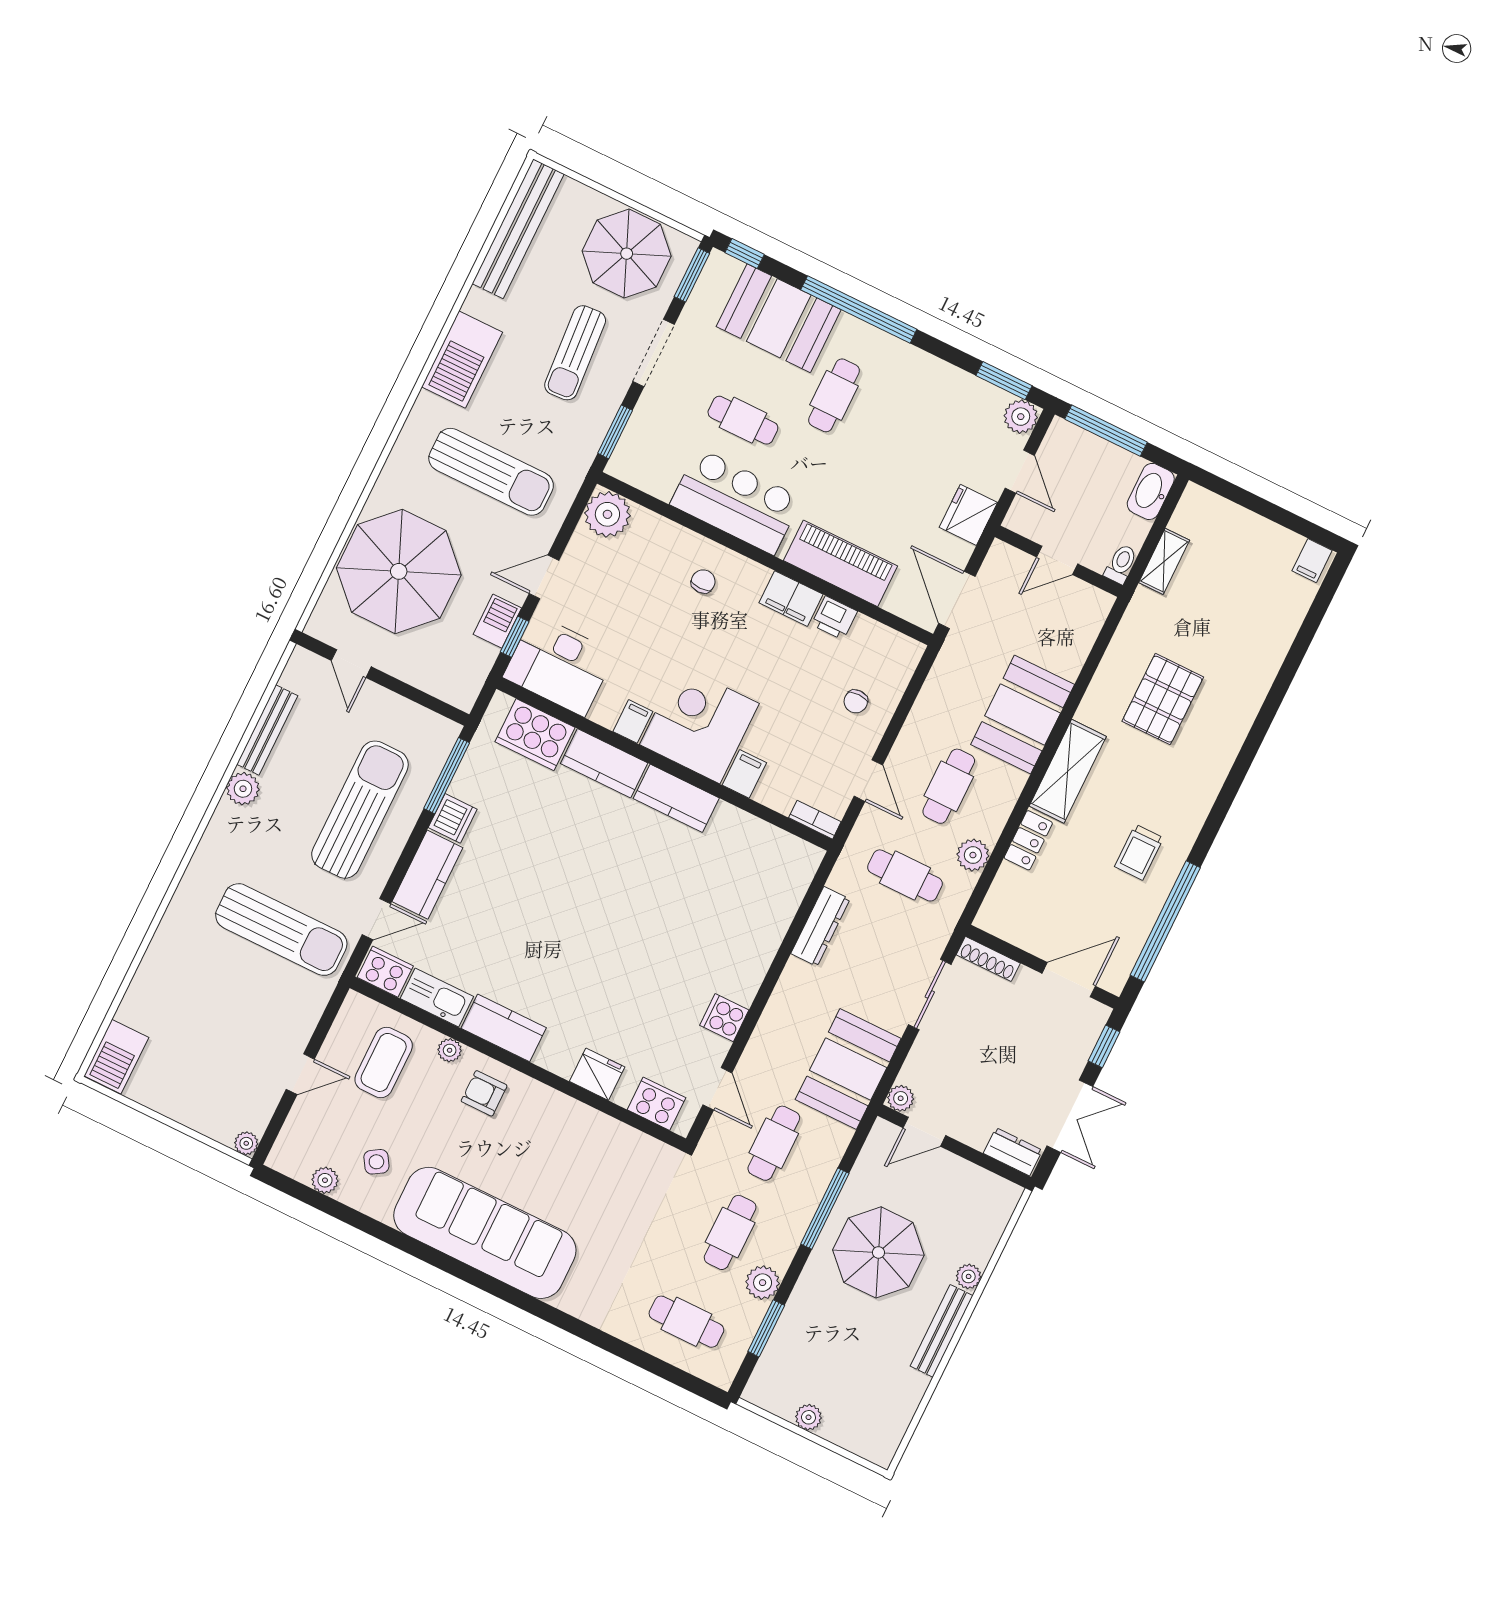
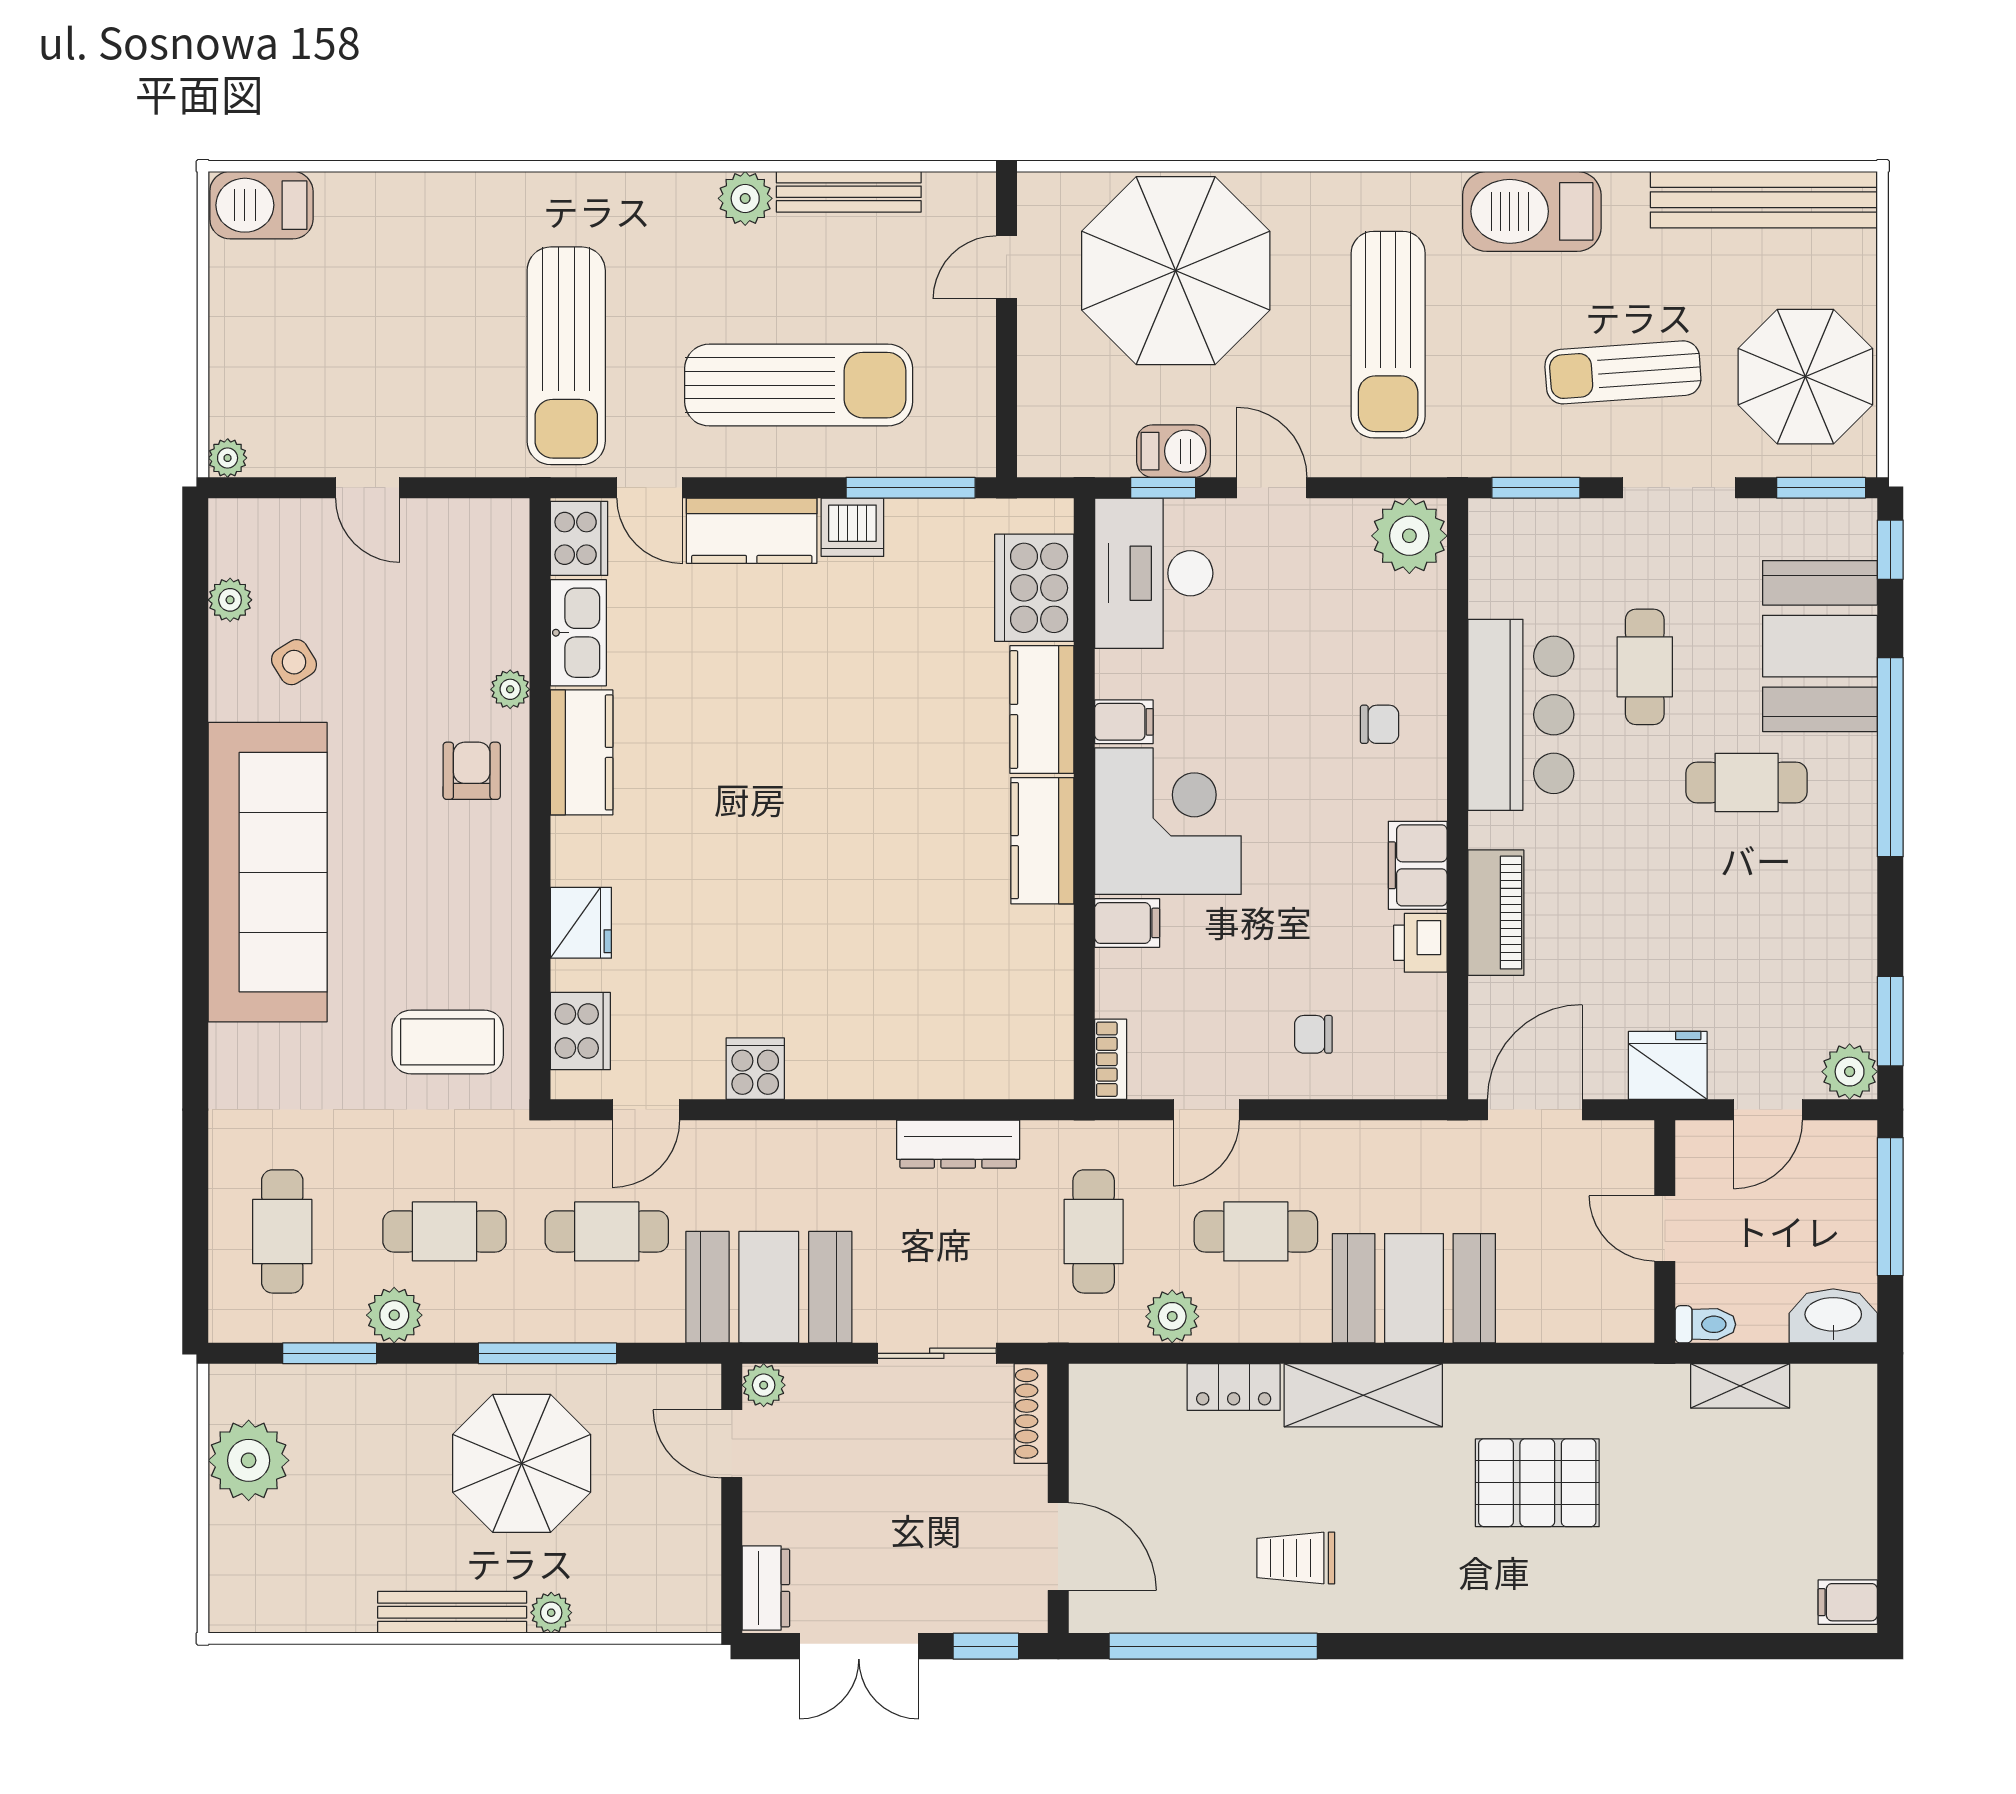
piano: (840, 563) -> (1496, 913), width x0.73, depth x0.75
coffee table: (384, 1062) -> (448, 1042), moved
plant: (808, 1417) -> (249, 1460), width x1.87, depth x1.87

